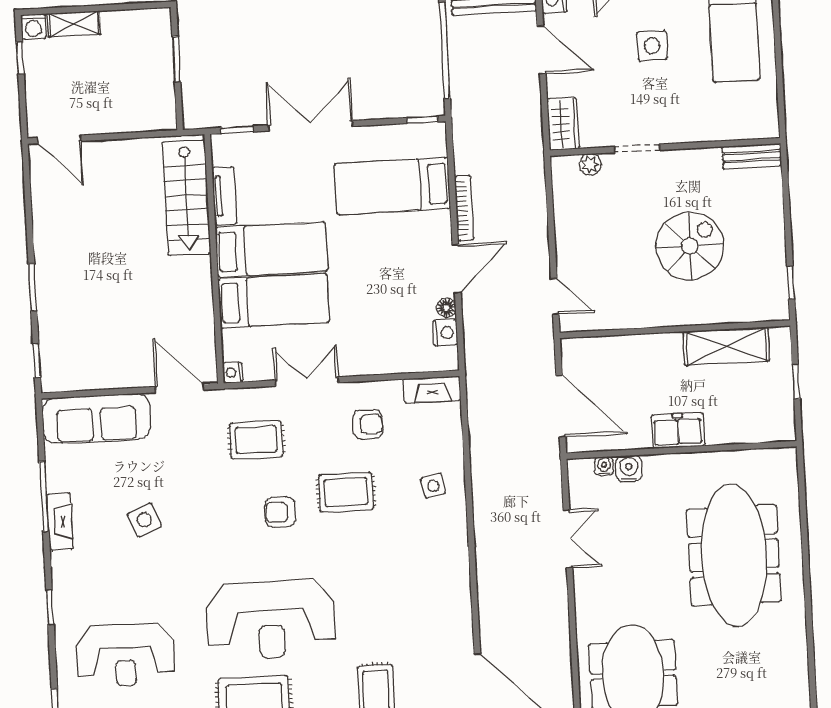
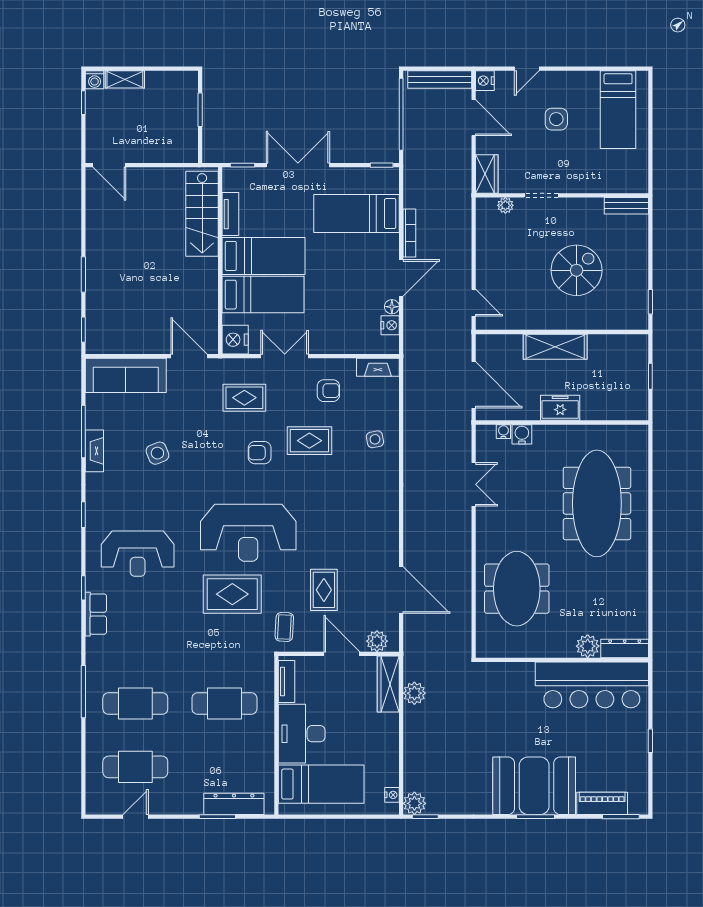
shelving: (726, 346) -> (555, 347), moved
nightstand: (232, 373) -> (235, 340), width x1.89, depth x1.79

